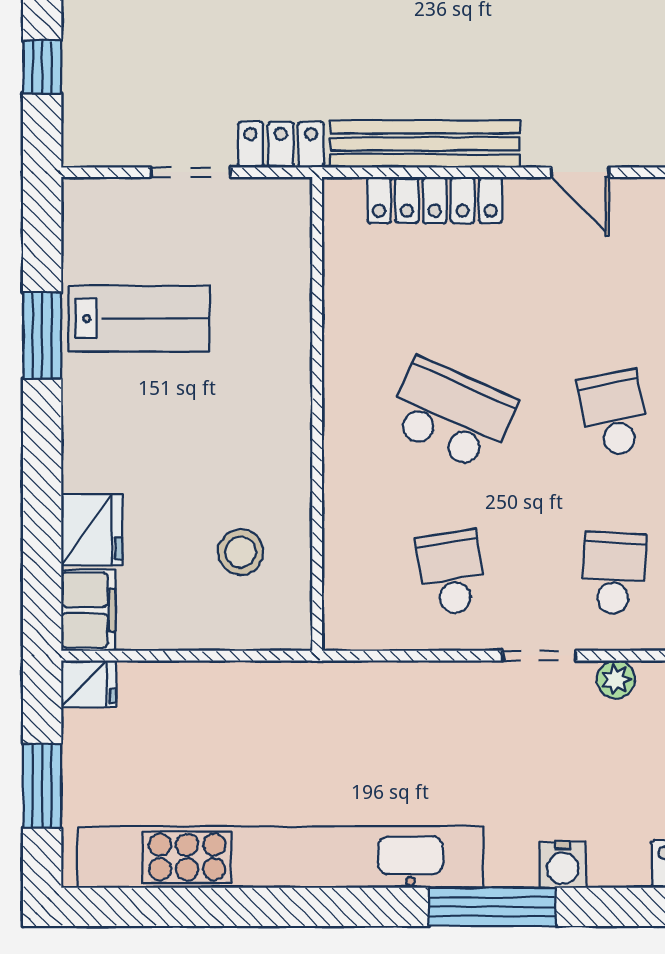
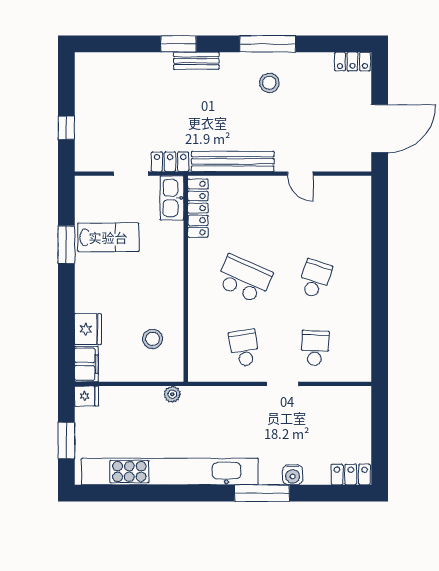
locker: (435, 200) -> (198, 208), moved, turned -90
kitchen sink: (285, 228) -> (172, 198), added
school desk: (614, 414) -> (315, 279), turned 30
plant: (616, 679) -> (172, 394), moved

